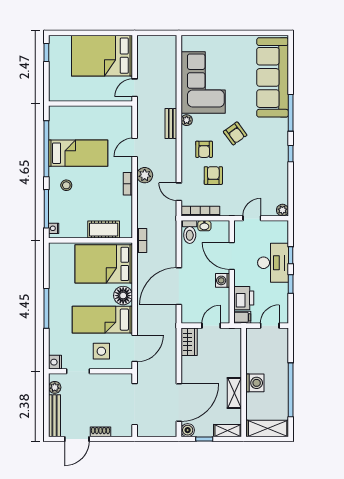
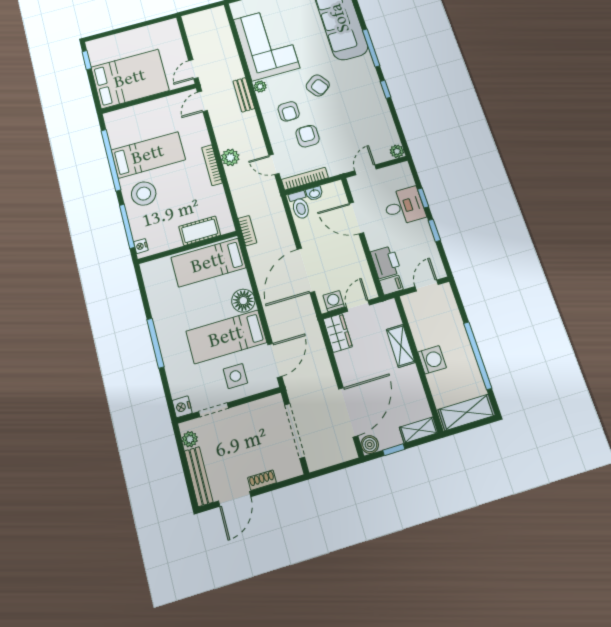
bed: (102, 56) -> (130, 79), moved, turned 180
door: (135, 148) -> (202, 101), moved
bookcase: (128, 184) -> (212, 165), width x1.56
stool: (66, 185) -> (144, 194), width x1.89, depth x1.89
desk: (273, 263) -> (404, 206), width x0.73
bed: (104, 264) -> (208, 263), width x0.67
washing machine: (223, 280) -> (334, 301), moved, turned 90
shelving: (234, 393) -> (401, 346), moved

